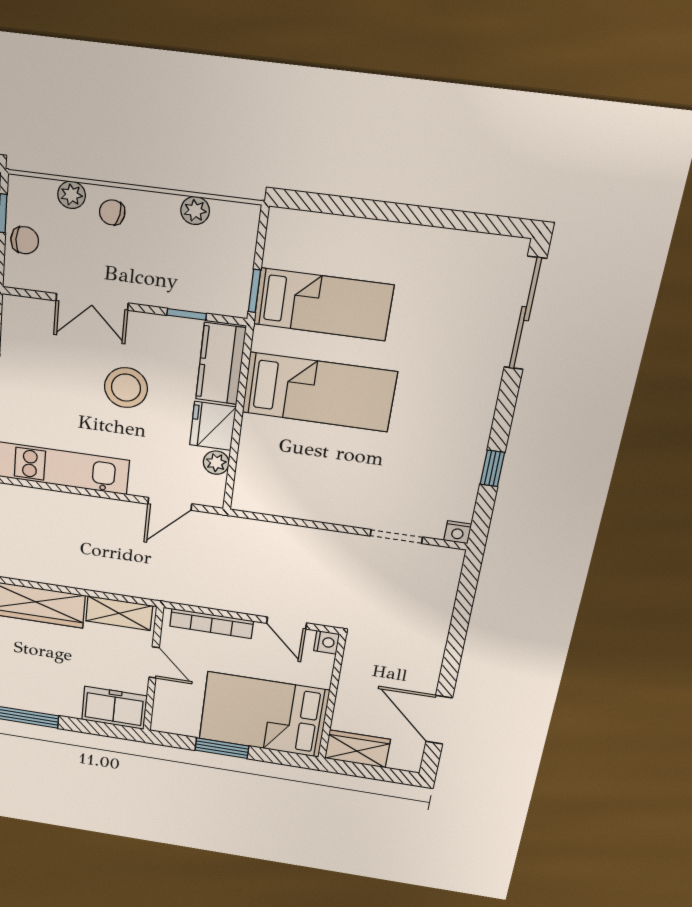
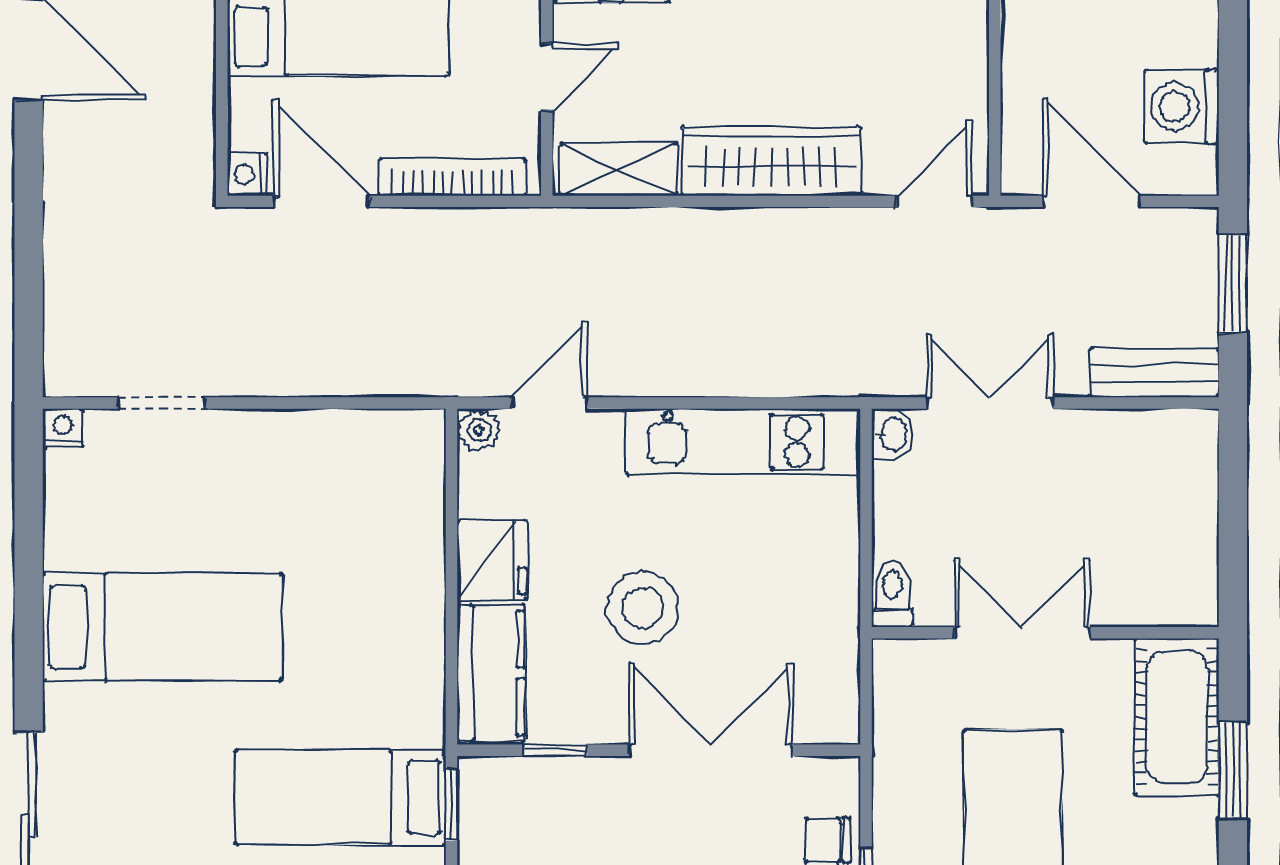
double door: (92, 302) -> (711, 750), width x1.37
bed: (319, 392) -> (162, 627), moved, turned 180
plant: (216, 463) -> (479, 430), moved
window: (492, 468) -> (29, 554), removed
door: (287, 623) -> (322, 201), width x1.38
door: (154, 662) -> (547, 77), swing flipped

